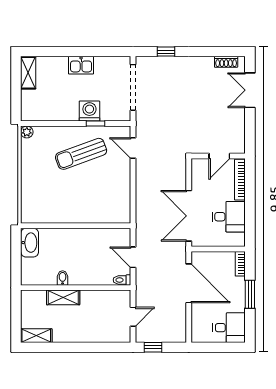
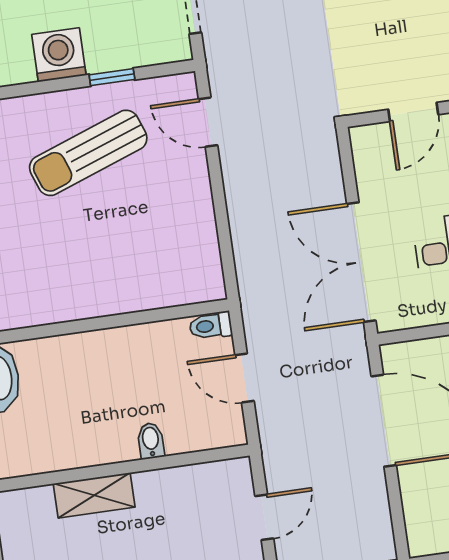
washing machine: (89, 111) -> (59, 55), moved
bidet: (63, 278) -> (151, 441), moved
toilet: (122, 280) -> (211, 326), moved

